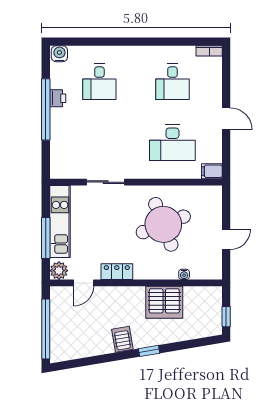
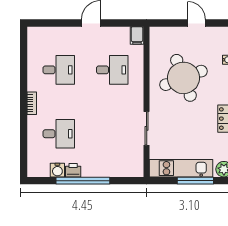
bookcase: (209, 51) -> (32, 103), moved
water cooler: (59, 54) -> (57, 170), moved, turned -90
desk: (172, 143) -> (112, 70), width x0.73

